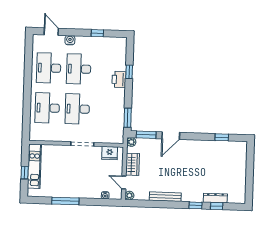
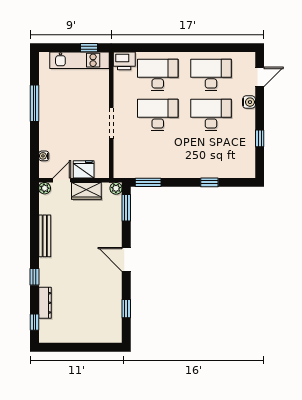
printer: (119, 79) -> (124, 61), moved, turned 180
door: (171, 136) -> (126, 259), moved
fridge: (110, 153) -> (84, 169), moved, turned 90
window: (25, 173) -> (89, 48), moved
window: (217, 206) -> (34, 322), moved

